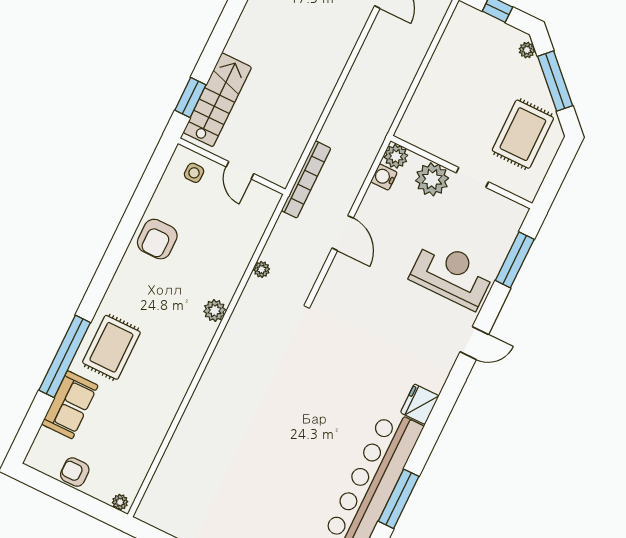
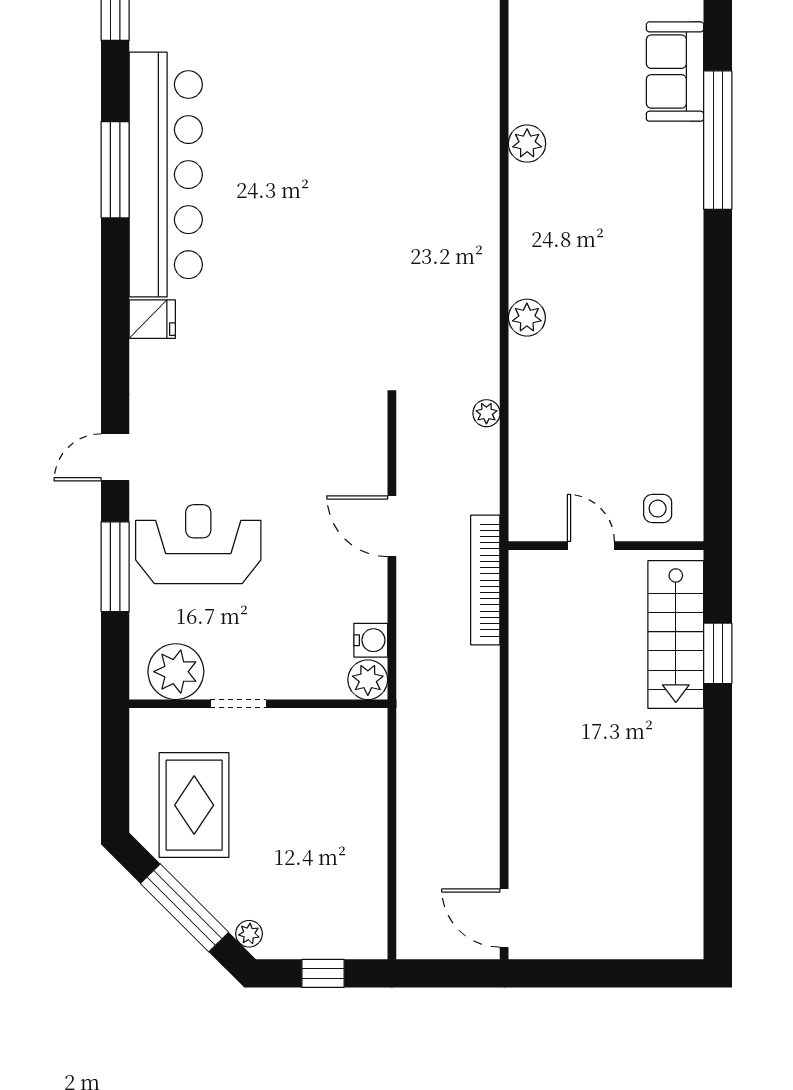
window: (190, 97) -> (718, 653), moved
plant: (432, 179) -> (176, 672), moved
armchair: (157, 239) -> (664, 383), removed
window: (515, 260) -> (115, 567), moved
reception desk: (452, 274) -> (198, 544), turned 180
rug: (111, 347) -> (654, 188), removed
fridge: (420, 404) -> (152, 319), width x0.72
plant: (169, 405) -> (527, 144), added

